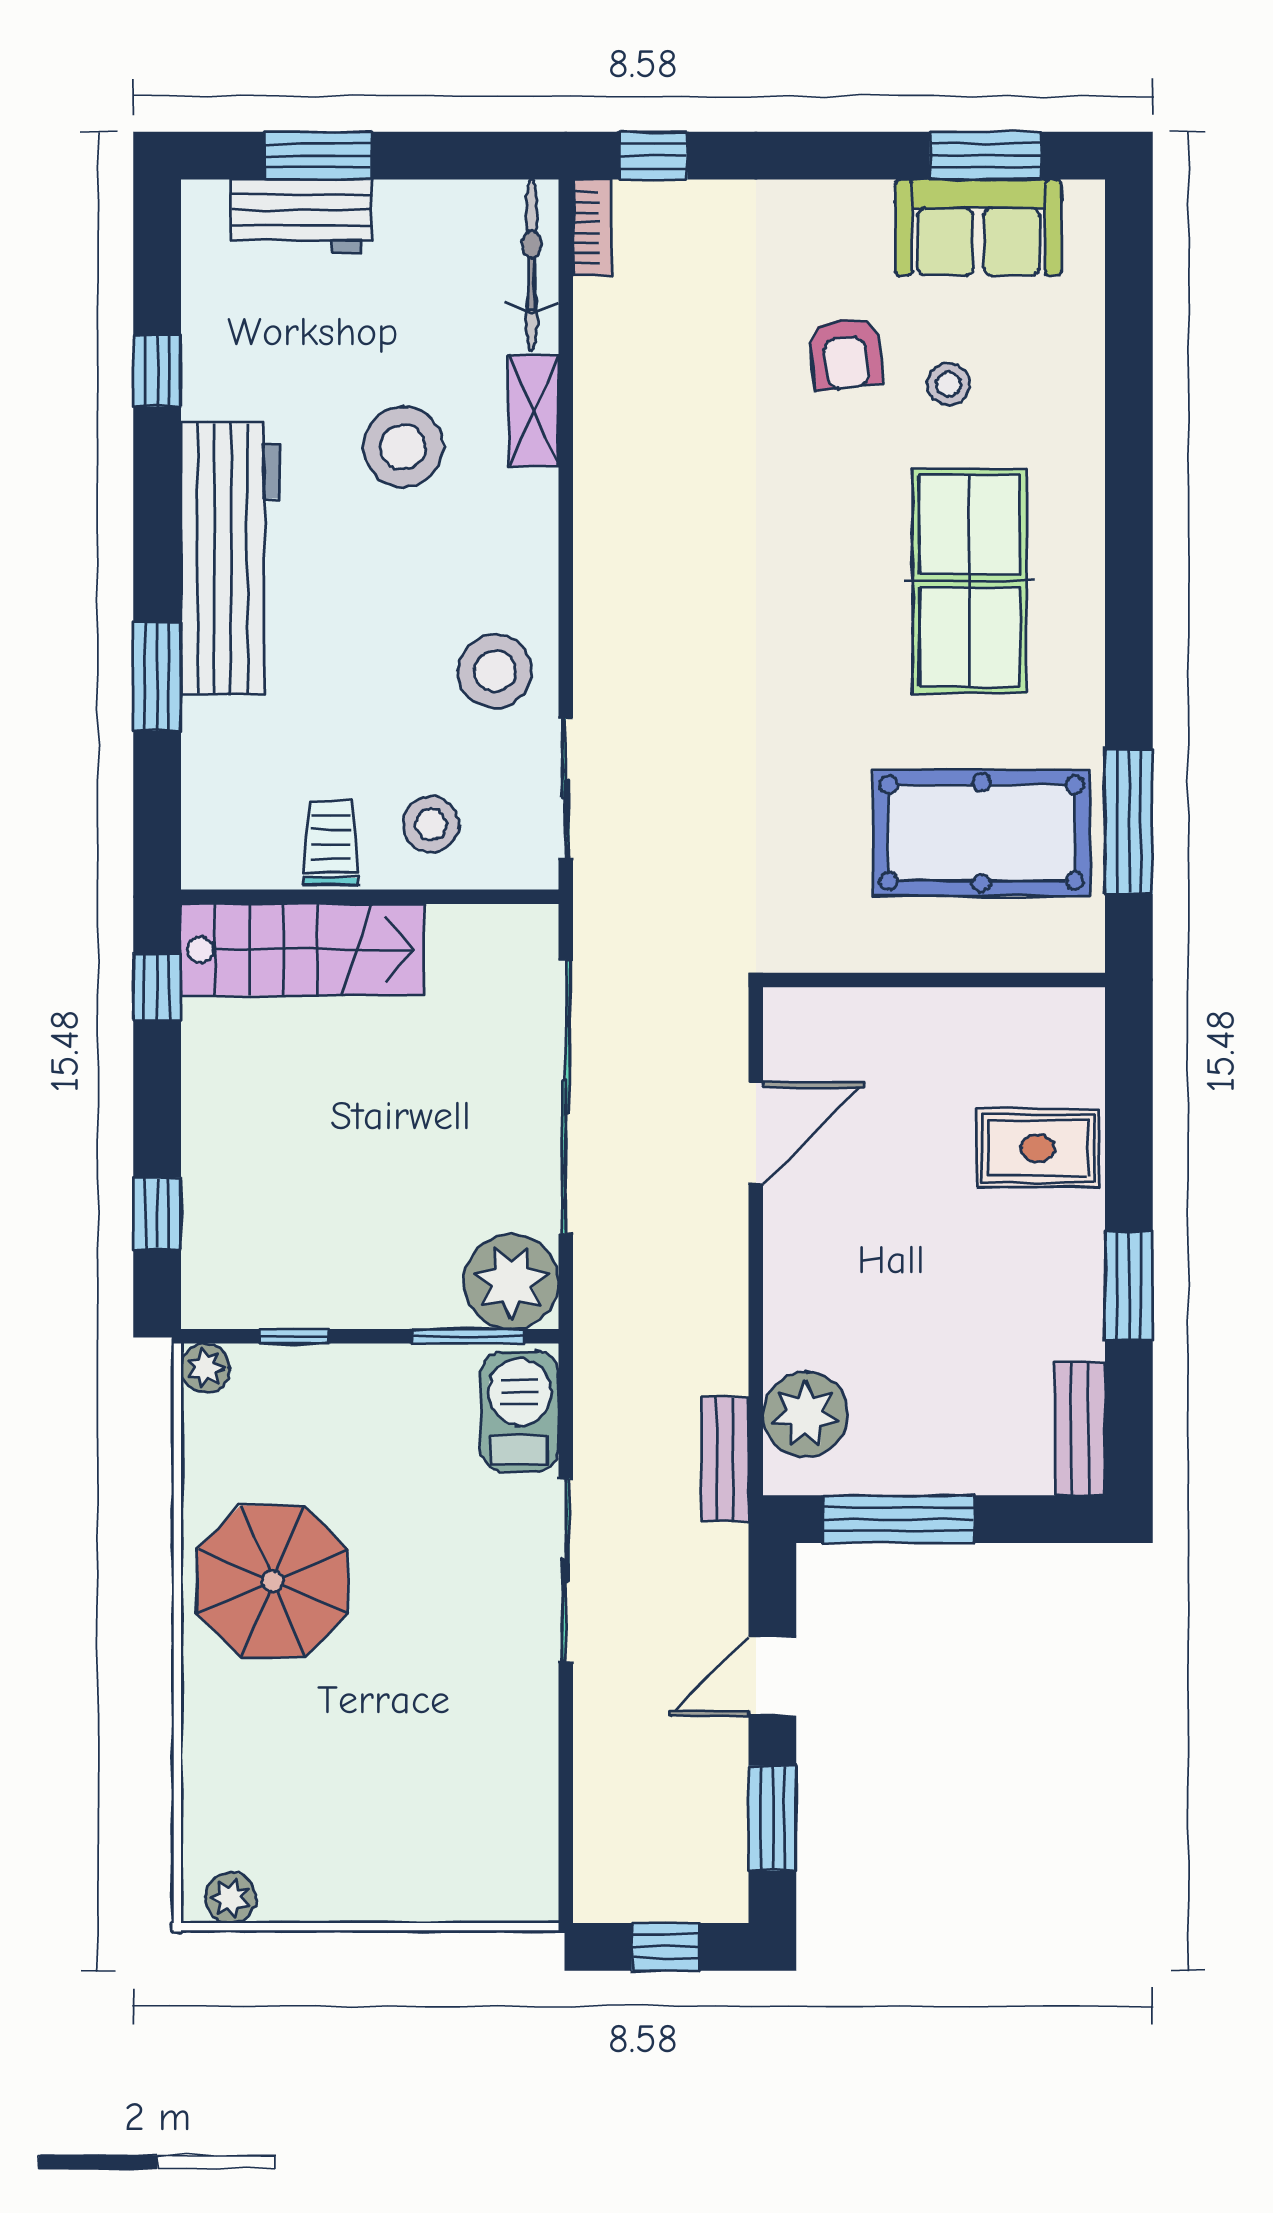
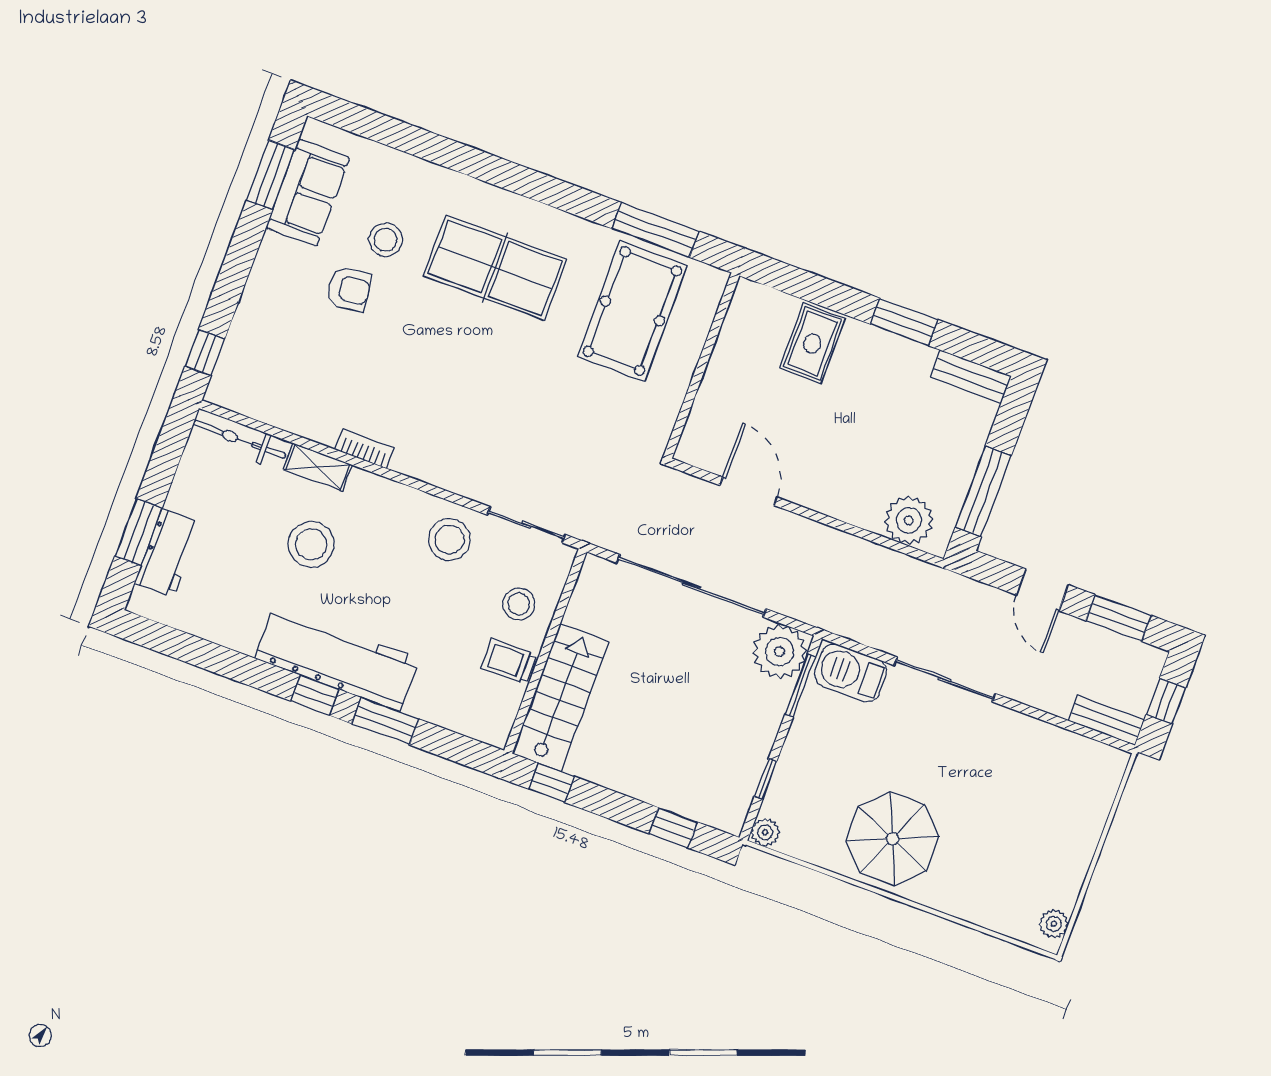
bookcase: (592, 228) -> (364, 449), moved
window: (157, 371) -> (315, 695), moved
stool: (949, 384) -> (386, 240), width x1.37, depth x1.37
bench: (725, 1459) -> (1106, 721), moved

